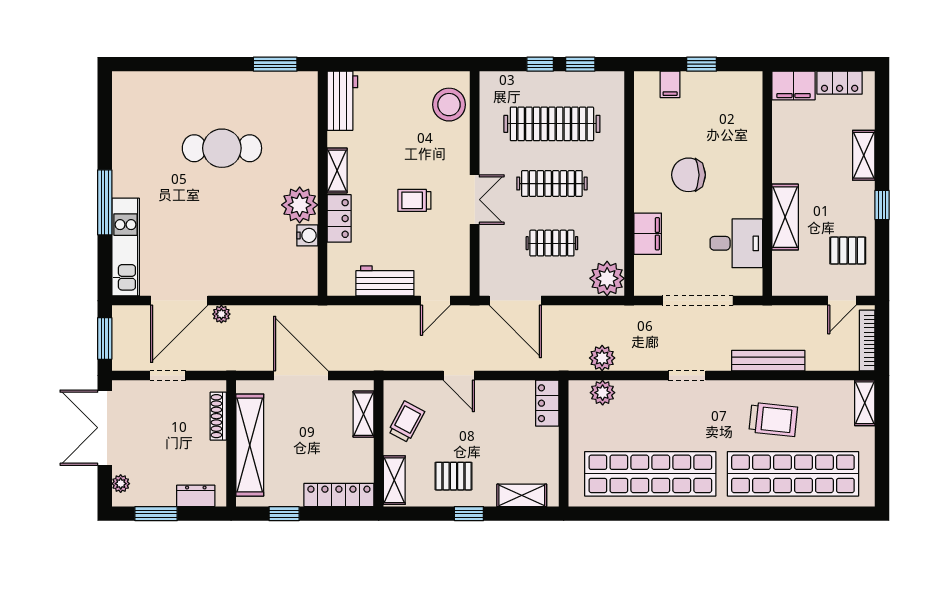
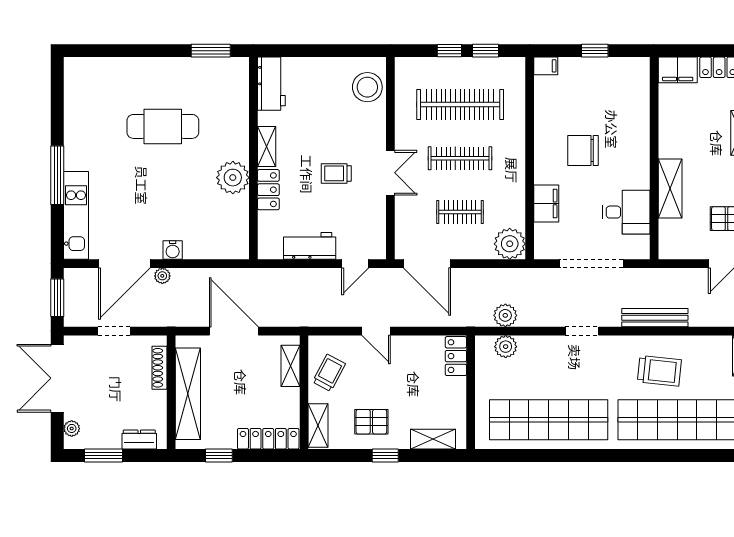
filing cabinet: (670, 84) -> (546, 66), moved, turned -90
water cooler: (307, 235) -> (173, 250), moved, turned 90

